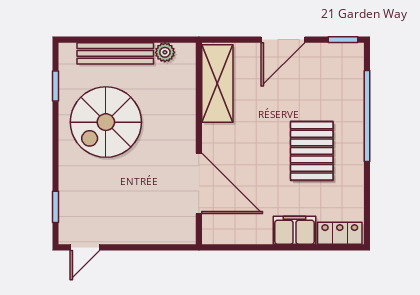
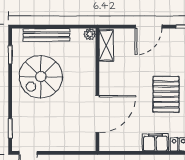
plant: (165, 52) -> (90, 34), moved
shelving: (217, 84) -> (106, 45), width x0.67, depth x0.75
door: (199, 183) -> (97, 114), hinge flipped

